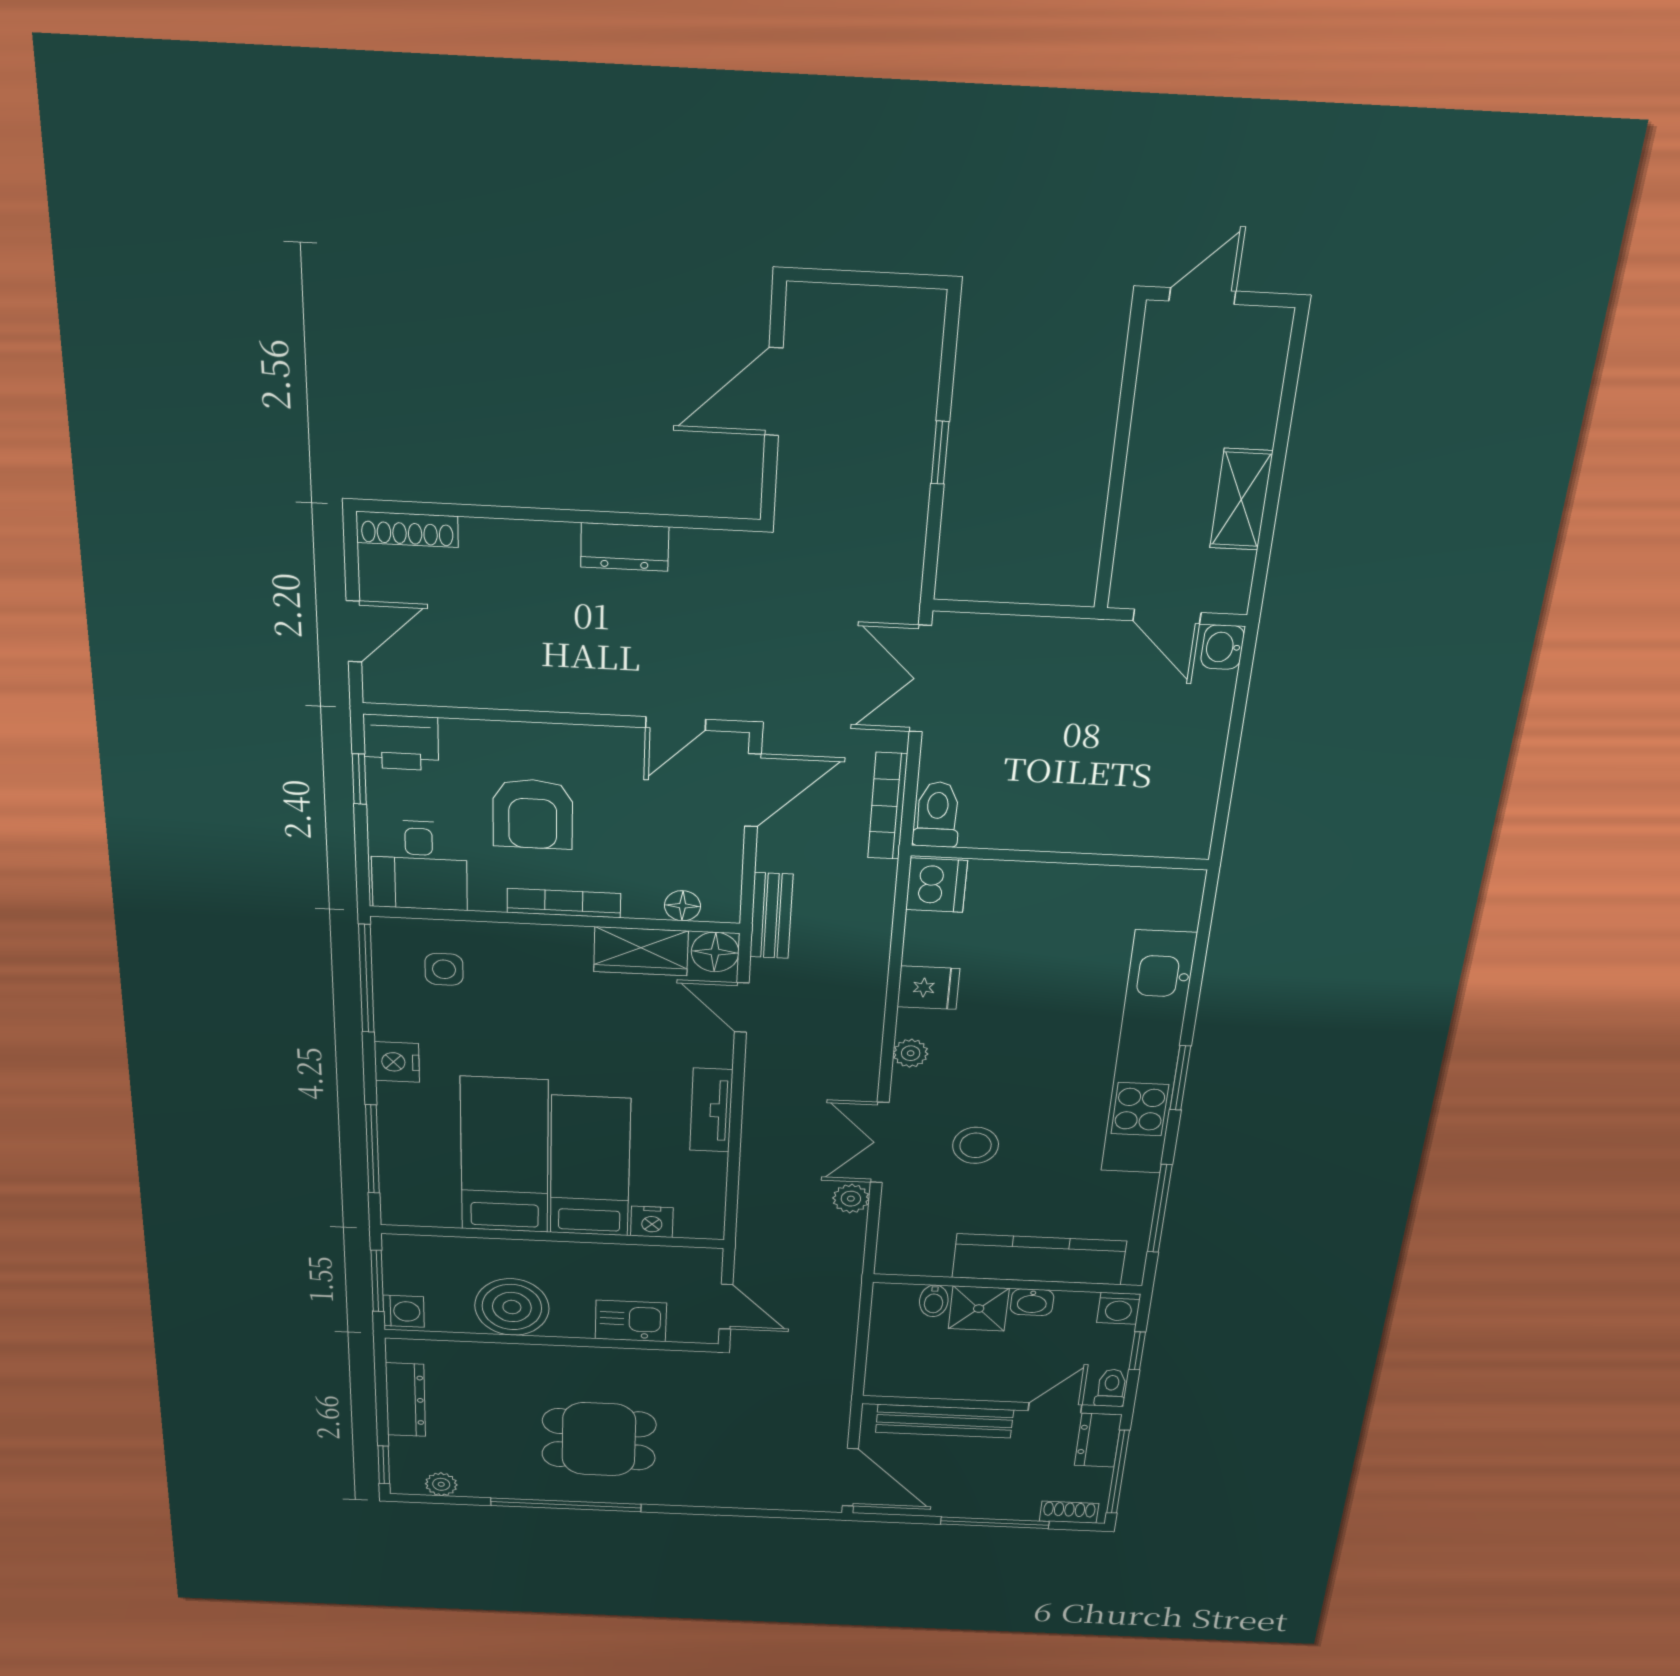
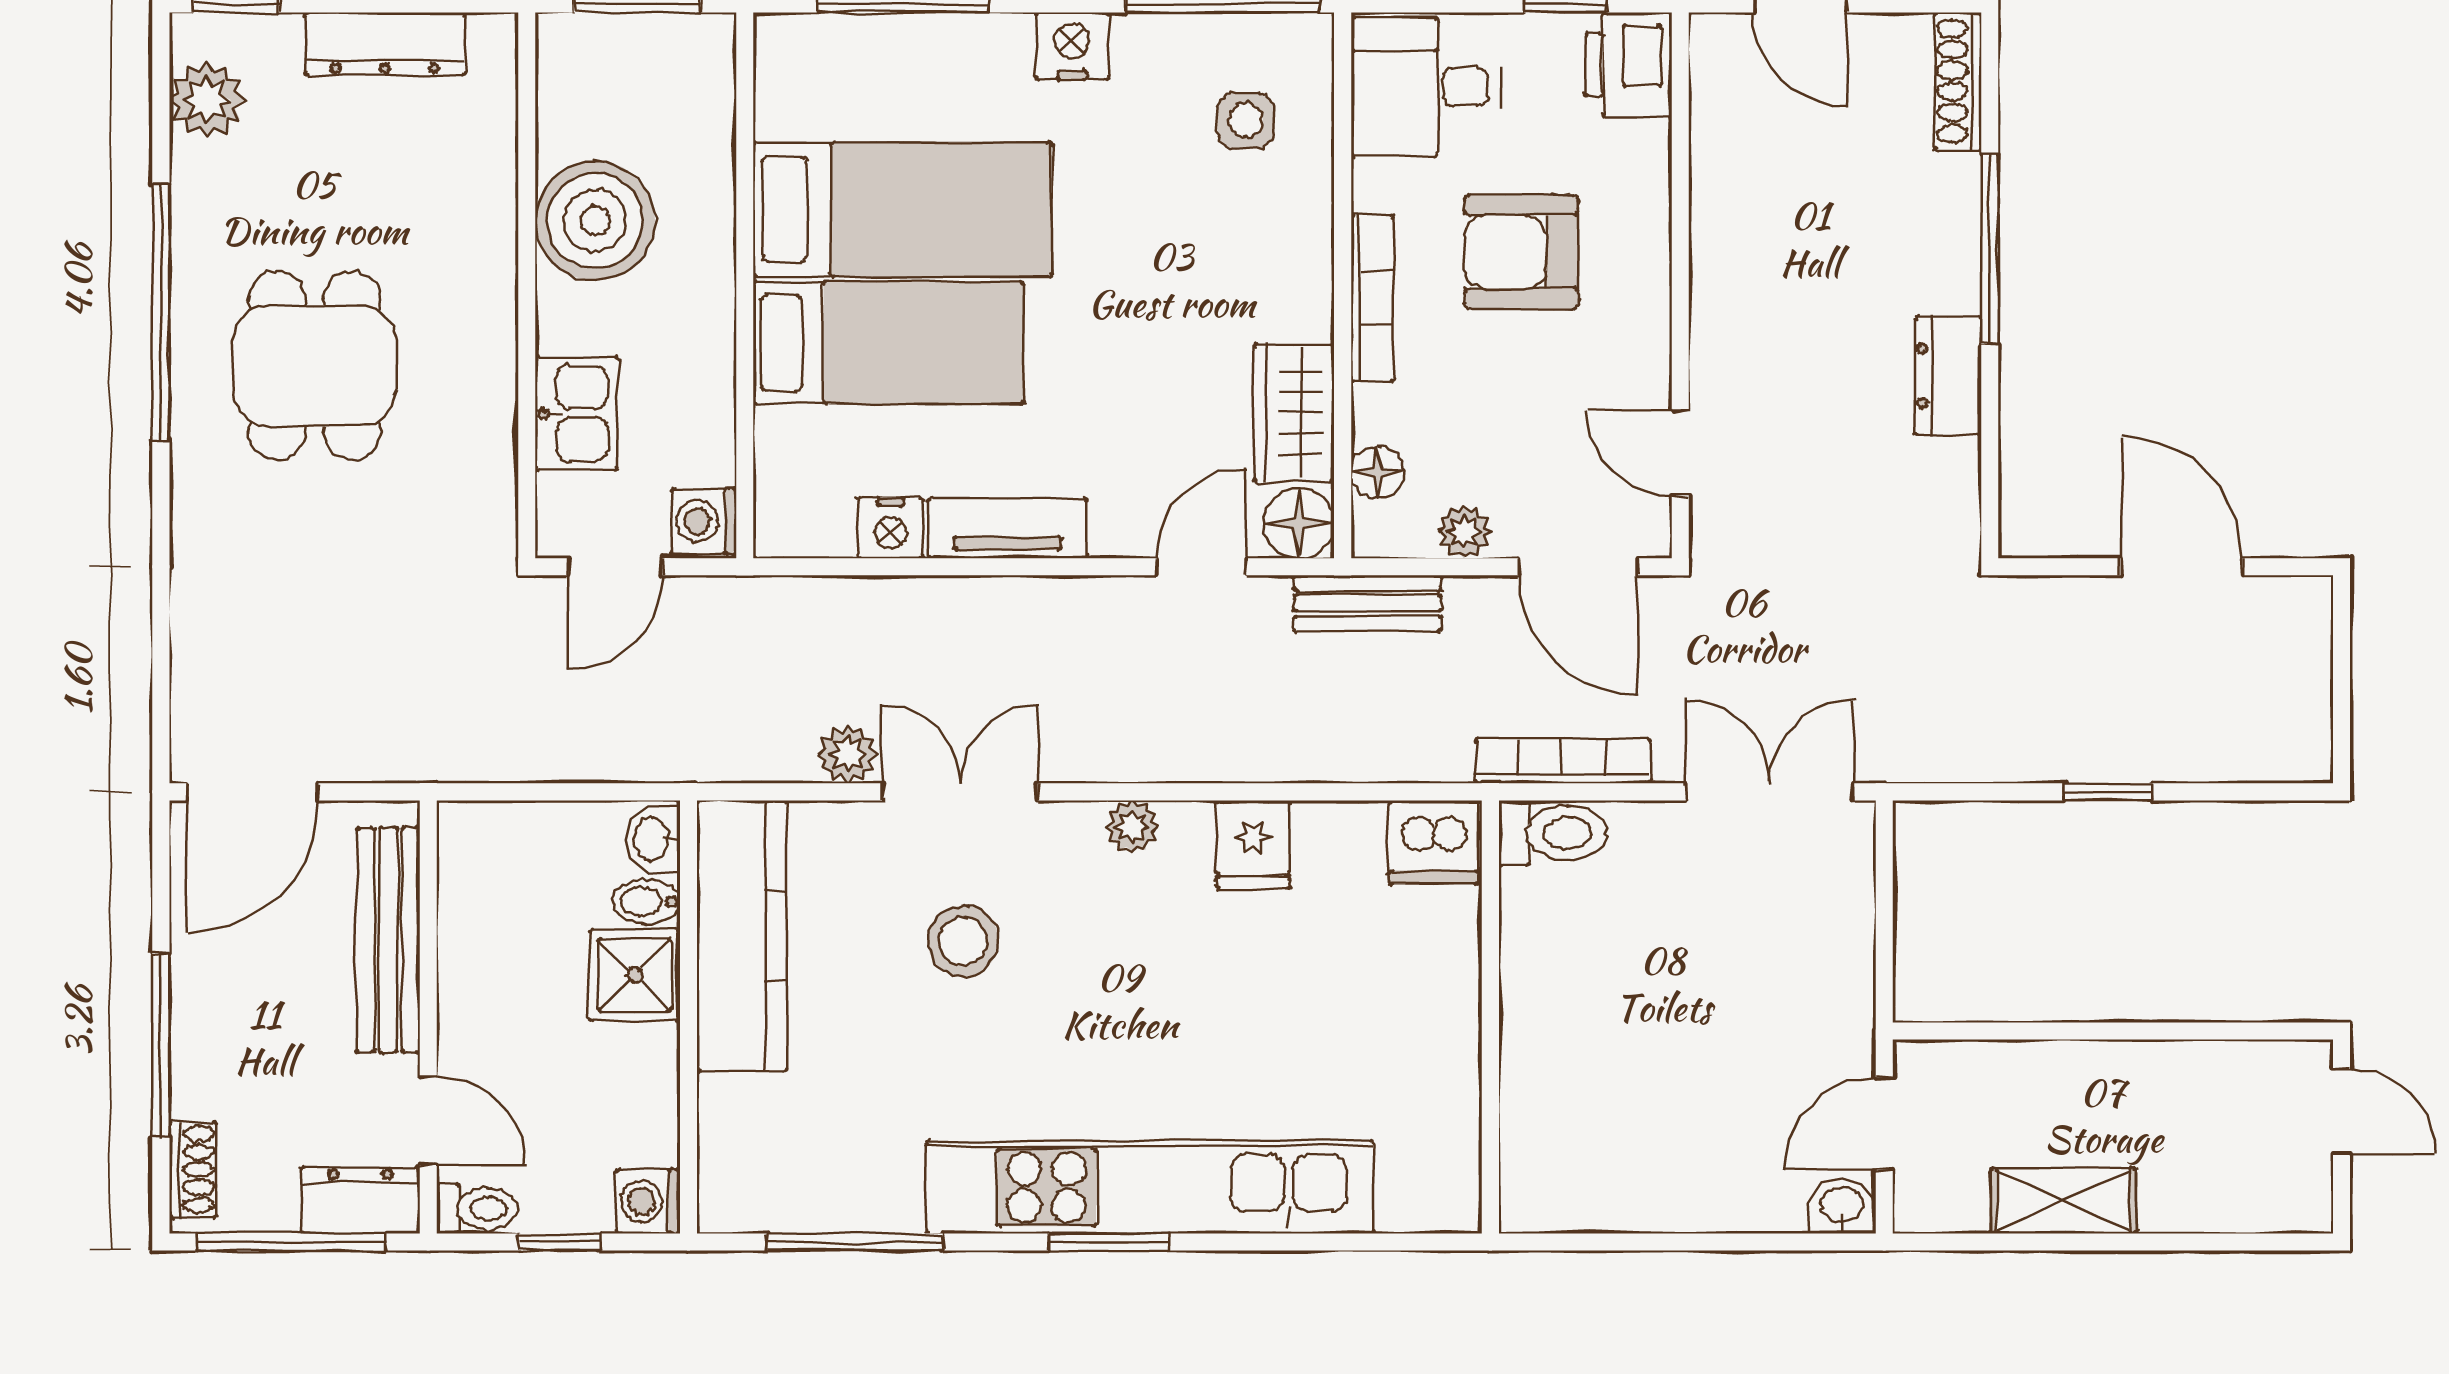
window: (532, 514) -> (1990, 249), added
plant: (725, 857) -> (1464, 532), added
nightstand: (652, 1222) -> (890, 528), moved, turned -90
kitchen counter: (1039, 1259) -> (742, 936), moved
washbasin: (1032, 1302) -> (653, 839), moved
washing machine: (404, 1311) -> (704, 521), moved, turned 90
plant: (441, 1484) -> (207, 100), width x1.38, depth x1.38

